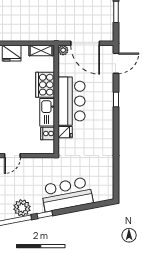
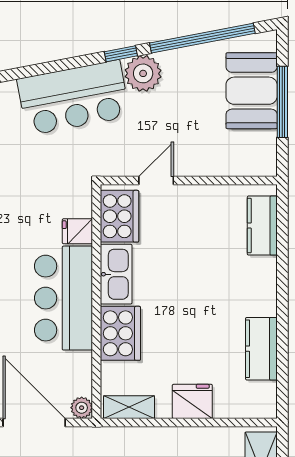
cooker: (48, 134) -> (119, 216), width x1.87, depth x1.31
door: (12, 156) -> (156, 181), moved
plant: (22, 208) -> (143, 73), moved

